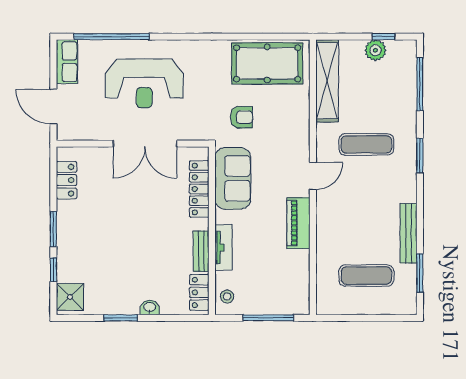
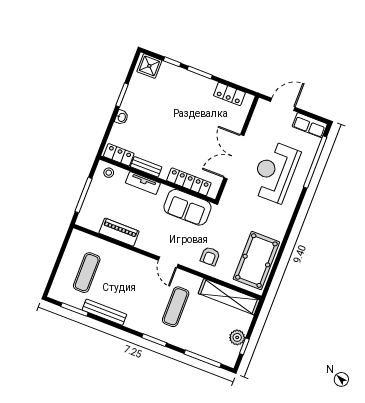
armchair: (241, 117) -> (210, 256), moved
piano: (298, 223) -> (119, 232), moved

